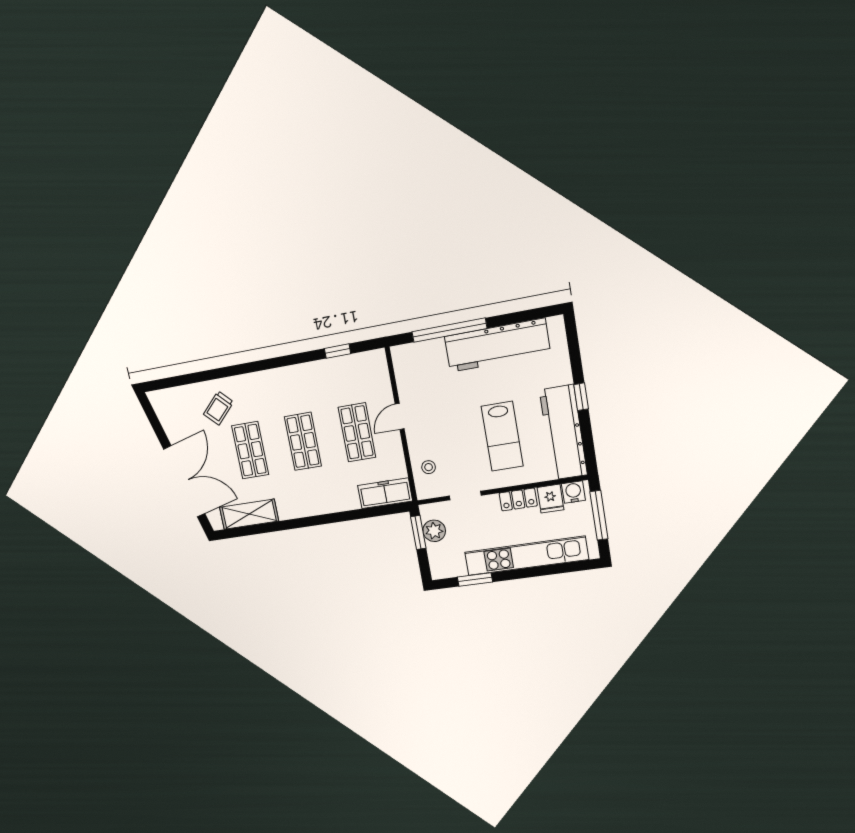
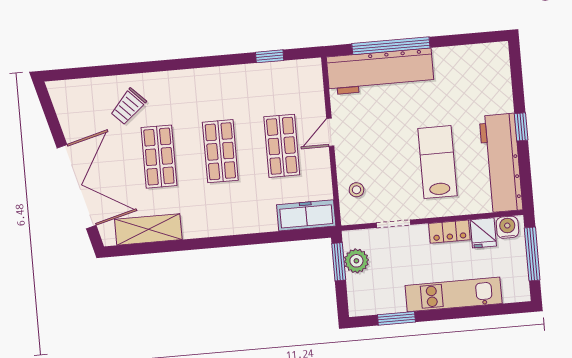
workbench: (497, 345) -> (380, 71), moved
lab bench: (502, 436) -> (437, 162), turned 180
kitchen unit: (526, 556) -> (454, 294), width x0.73

